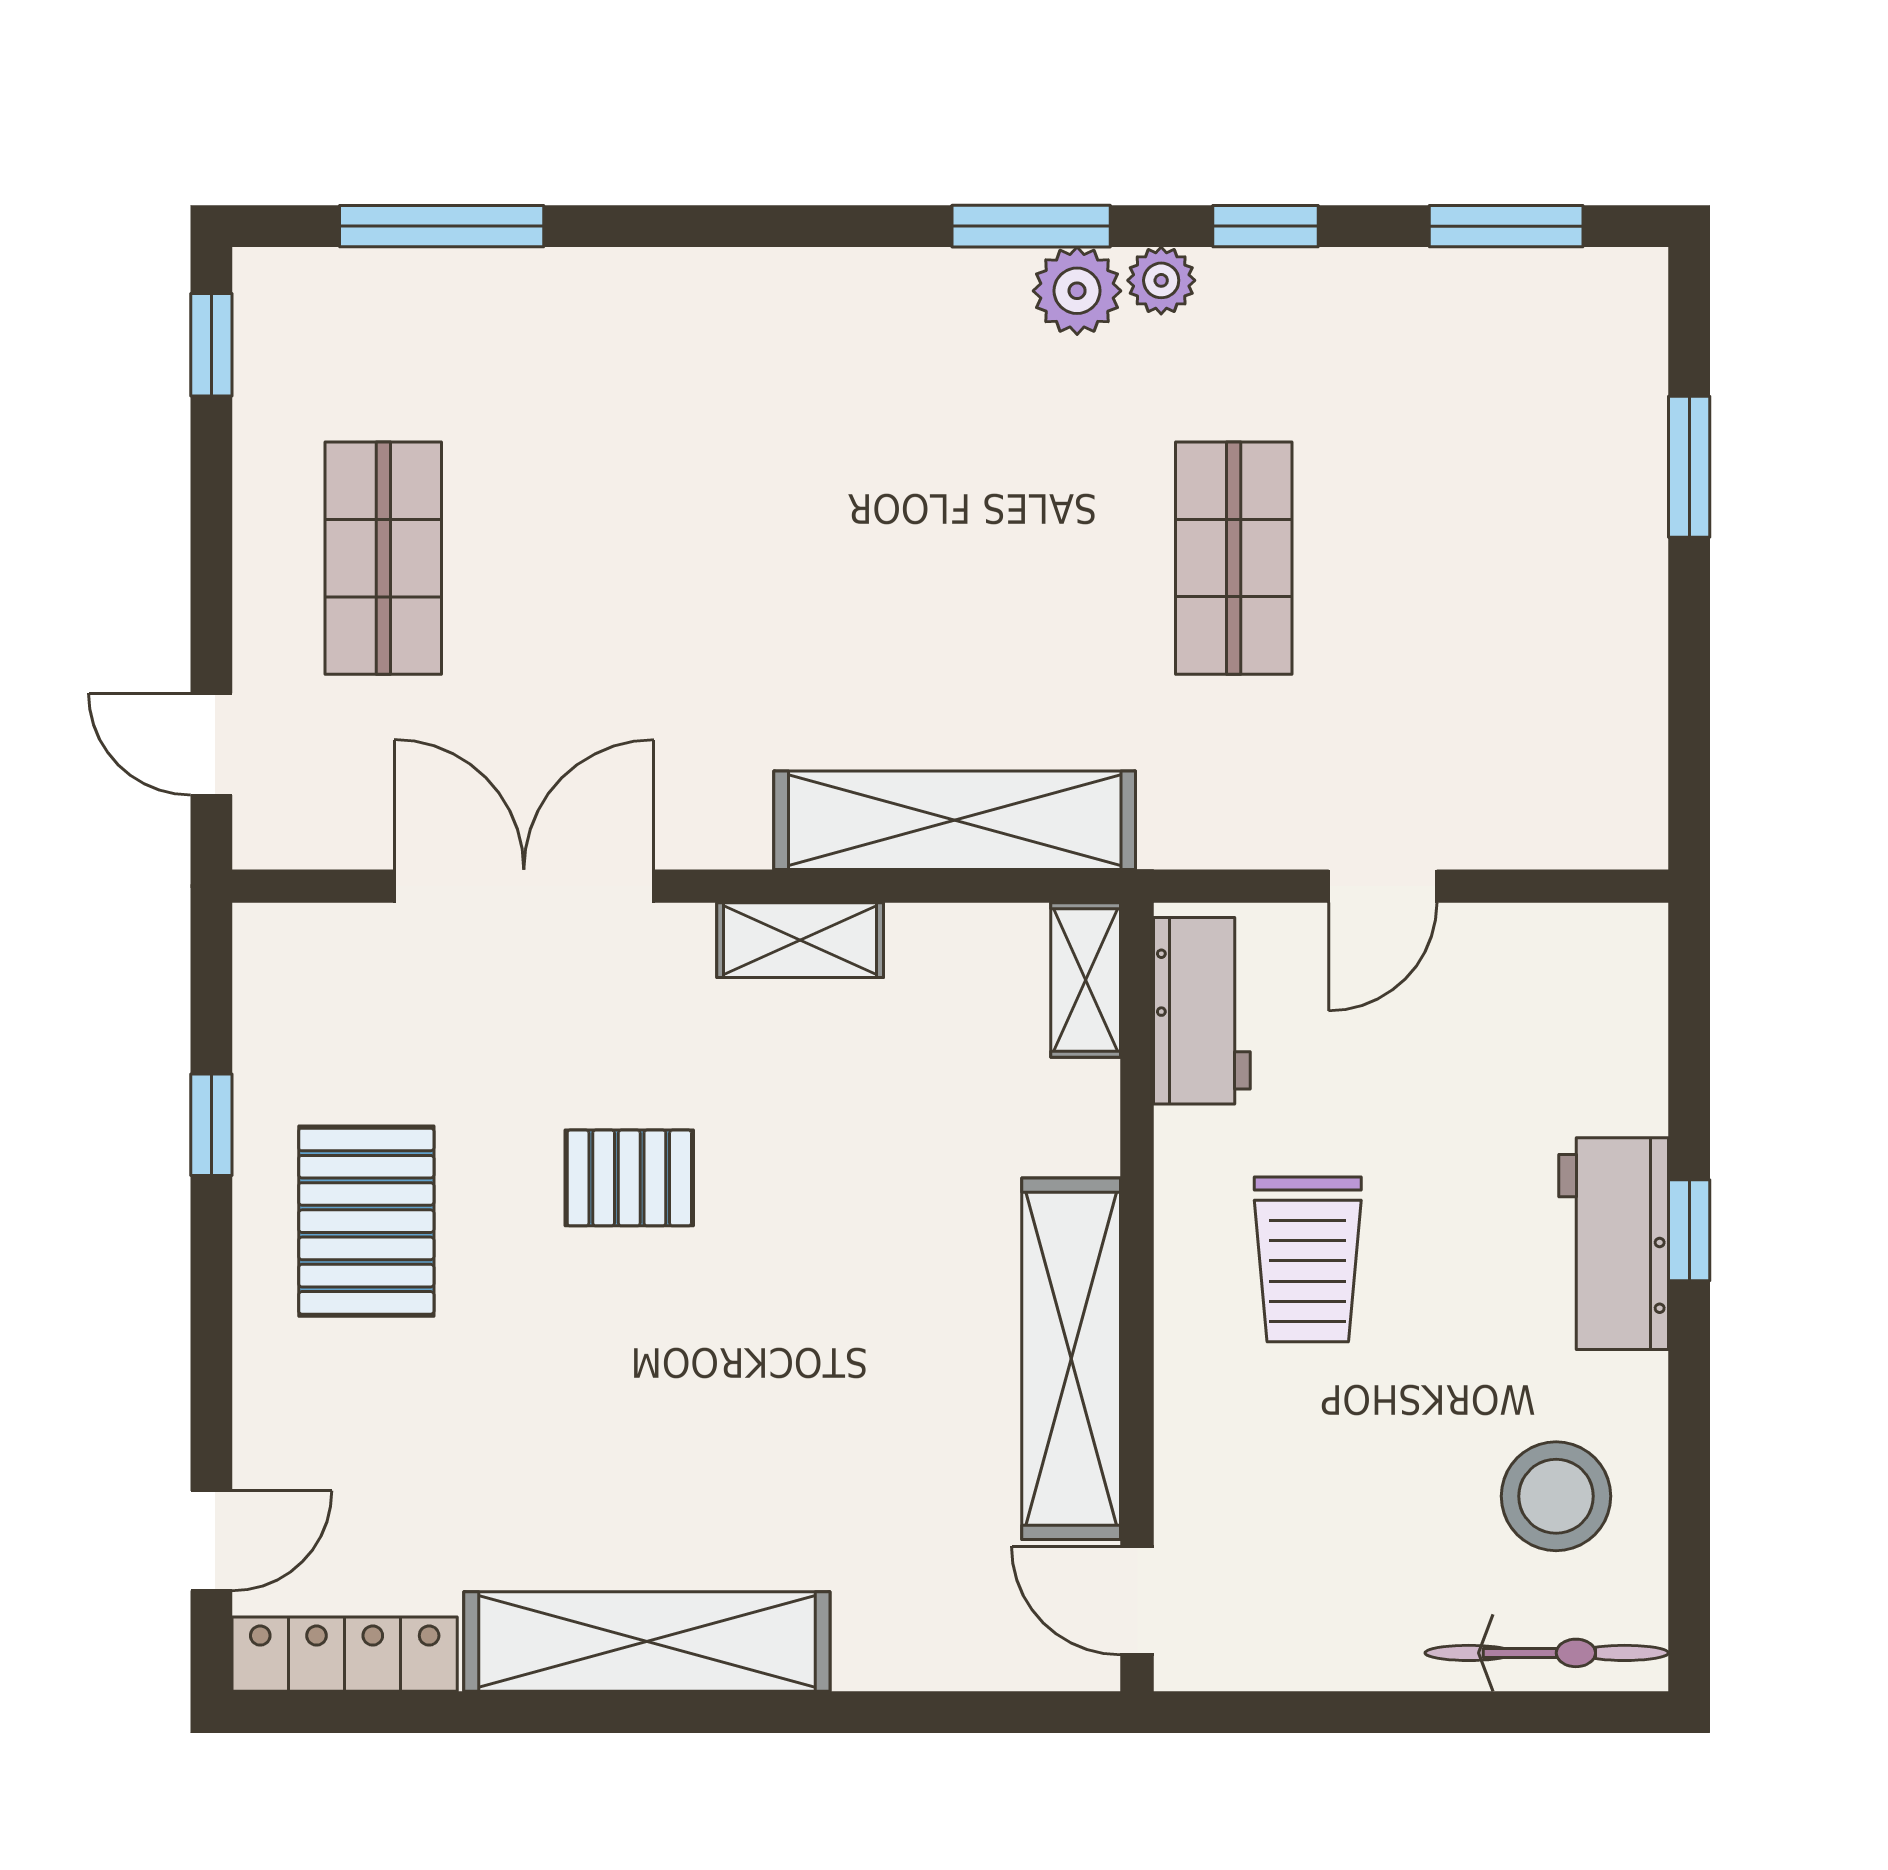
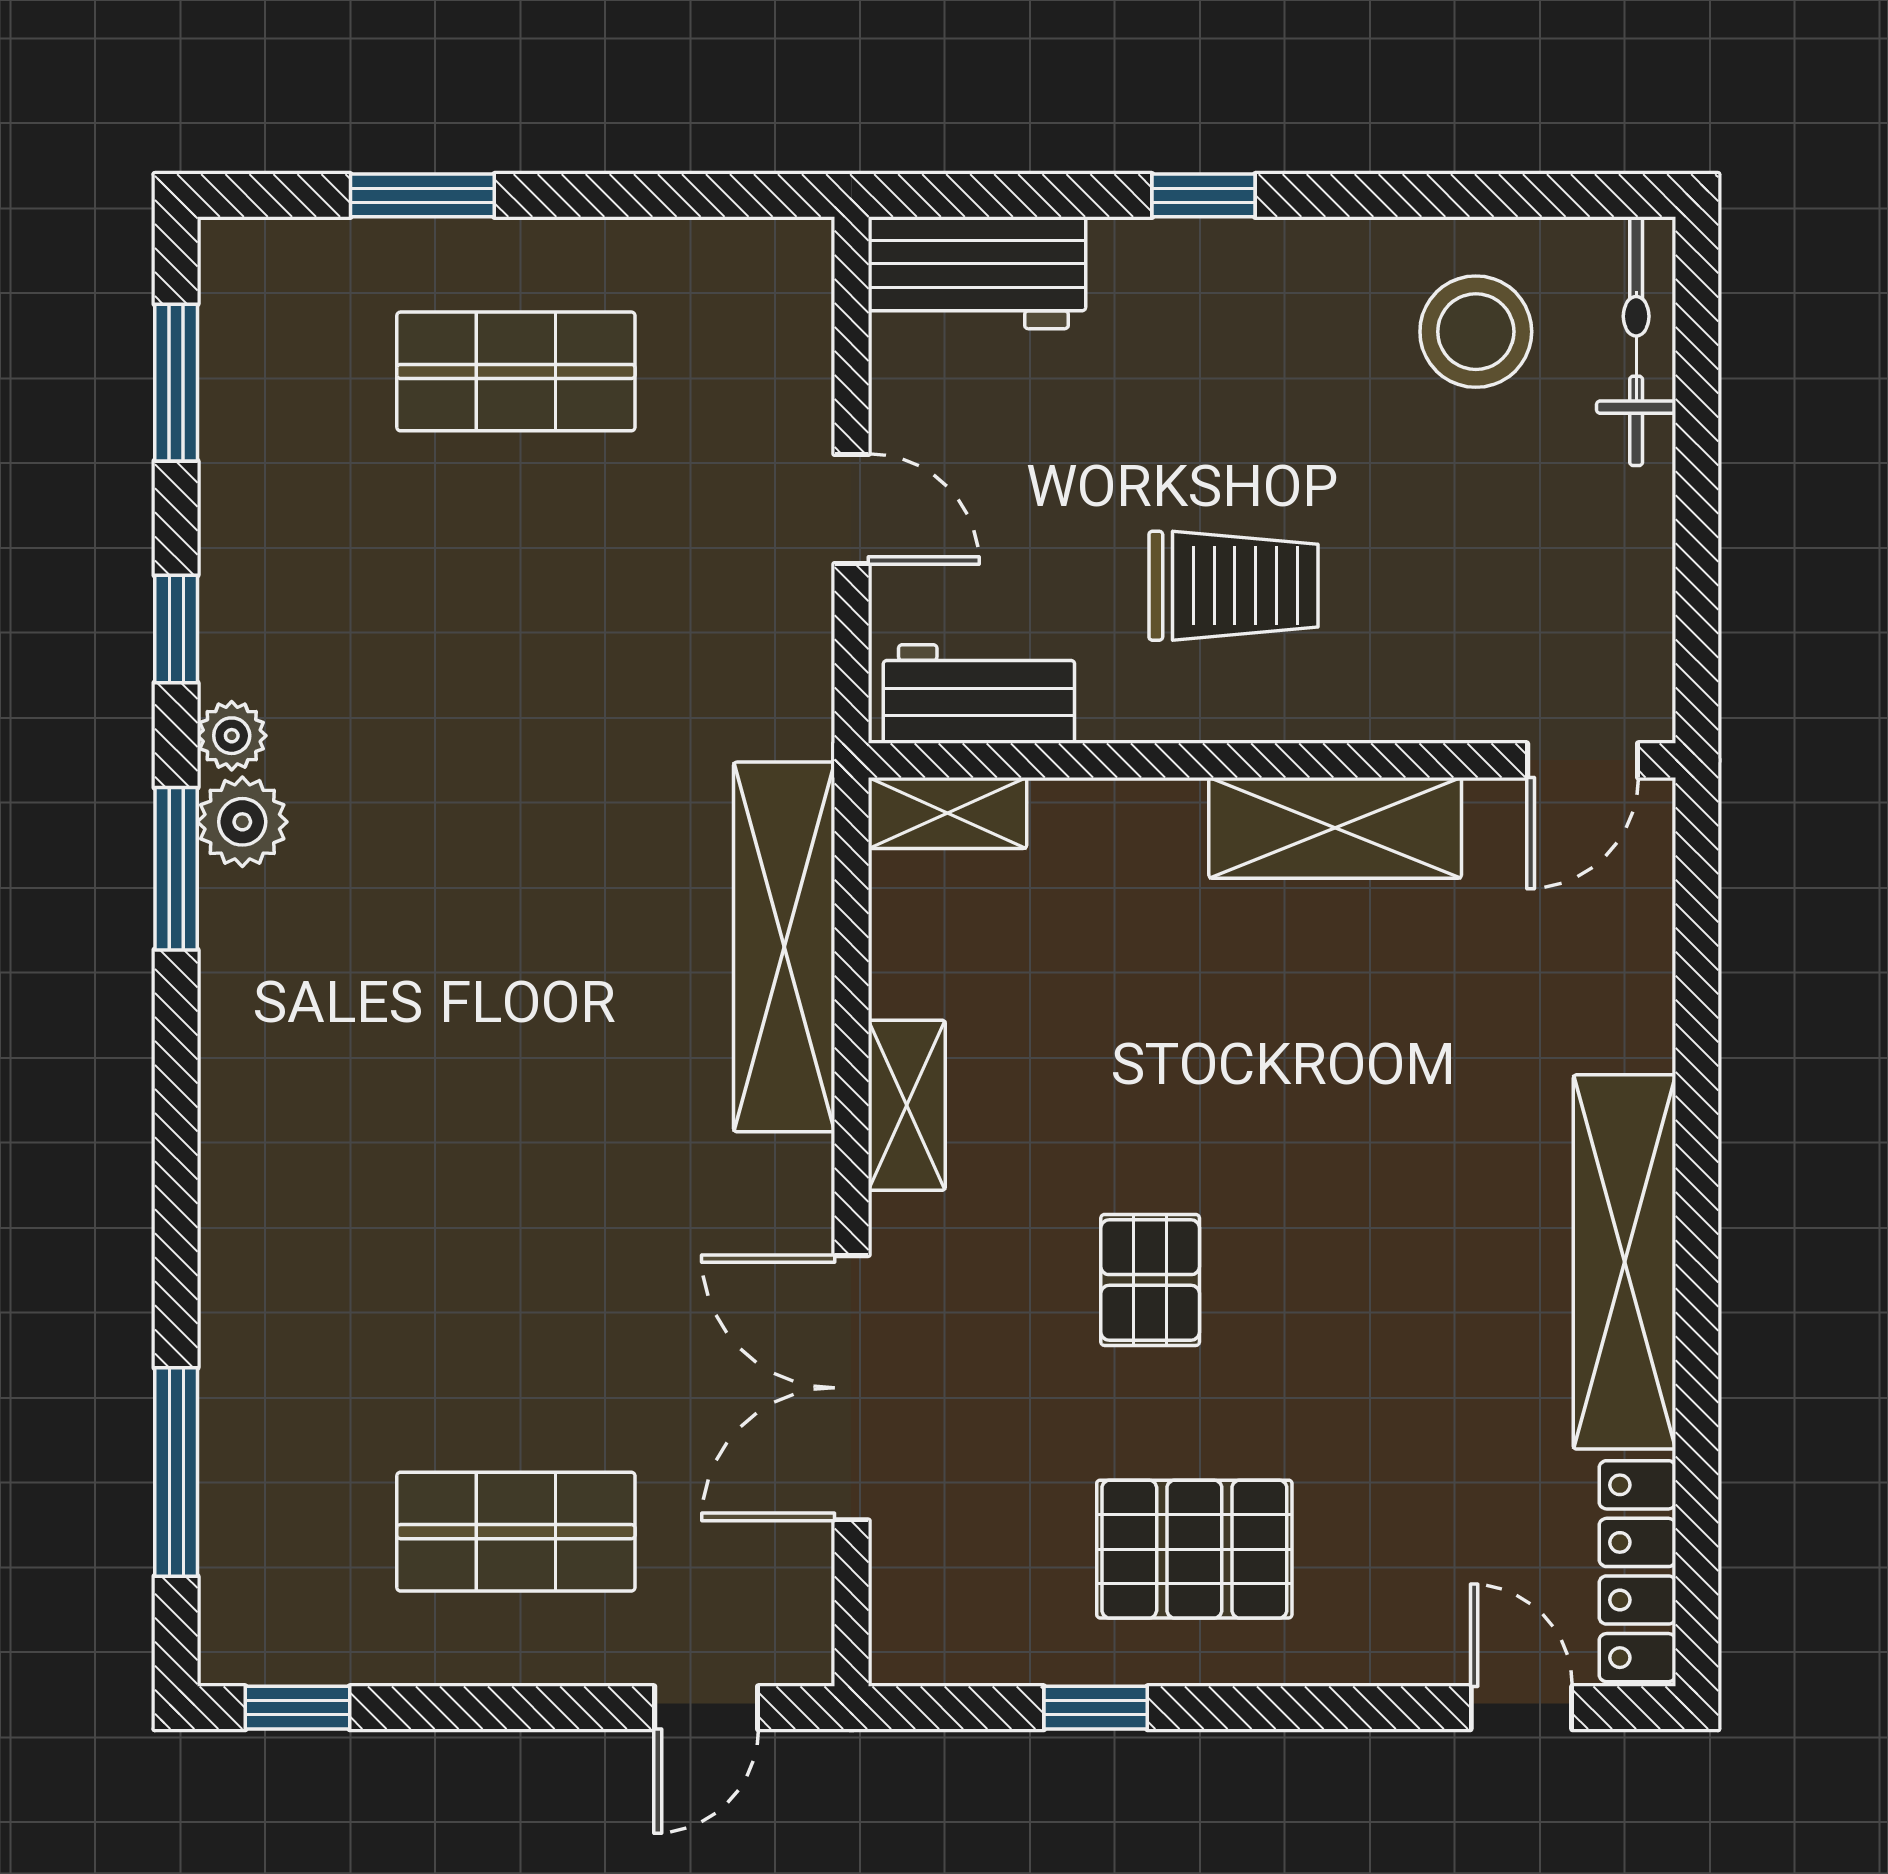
shop shelf: (1234, 558) -> (516, 371), moved
workbench: (1614, 1244) -> (977, 273), moved
shelving: (1071, 1359) -> (1335, 828), width x0.68

